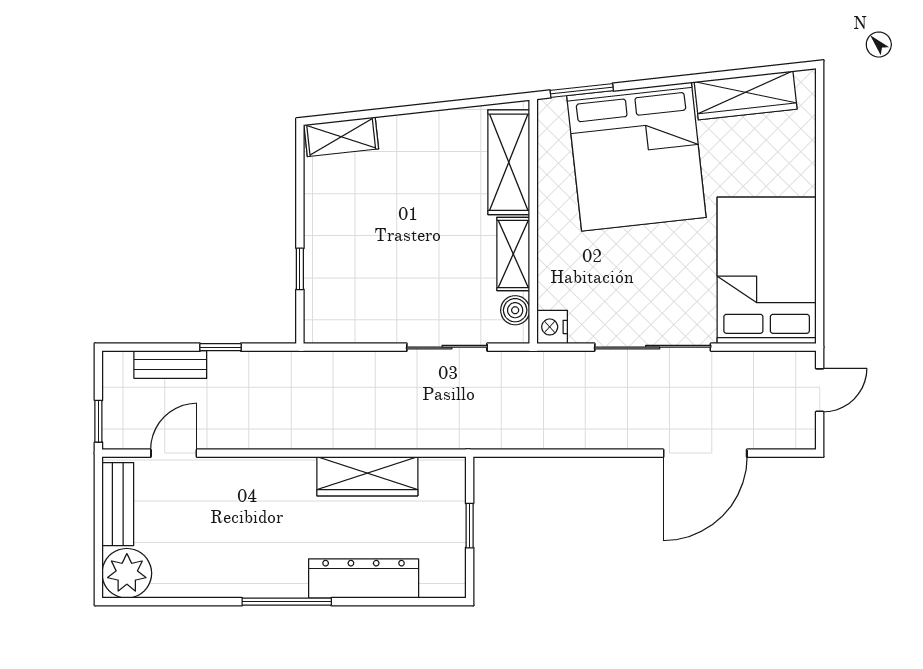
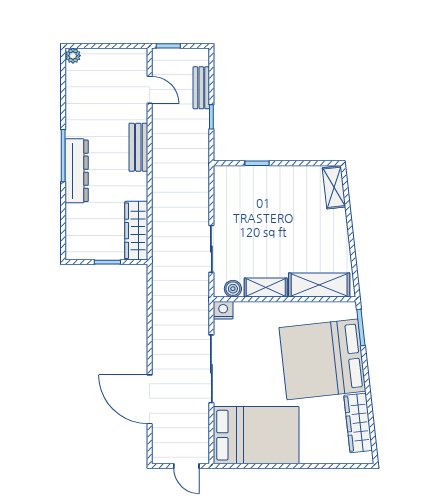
wardrobe: (367, 476) -> (136, 231), moved
bench: (118, 504) -> (138, 147), moved, turned 90
plant: (127, 573) -> (73, 56), width x0.53, depth x0.53
dresser: (364, 579) -> (77, 171), moved

